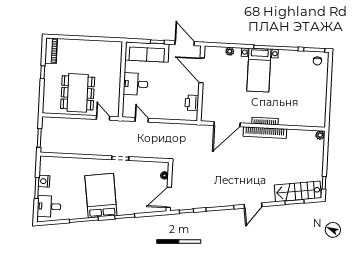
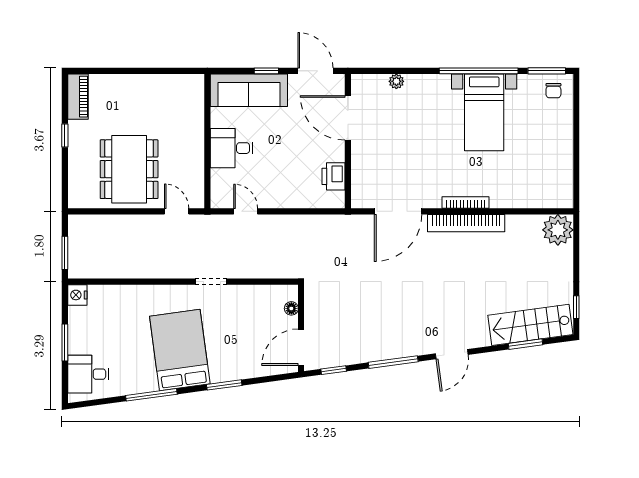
bed with nightstands: (259, 70) -> (484, 112), moved
plant: (320, 135) -> (558, 230), width x1.88, depth x1.88
nightstand: (44, 181) -> (77, 295), moved

